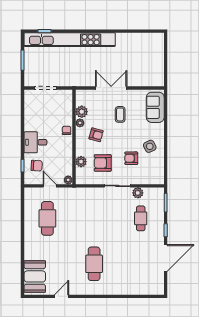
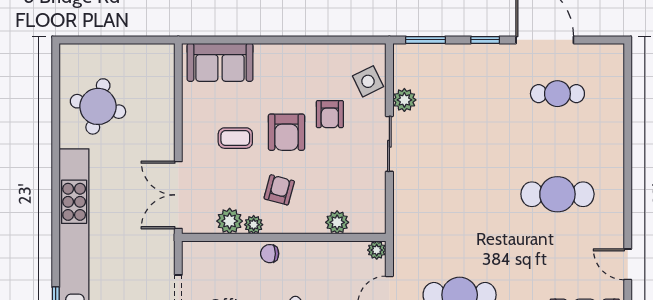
round table: (135, 51) -> (98, 106), added
double door: (111, 88) -> (178, 195), moved
side table: (150, 146) -> (368, 81), moved
armchair: (103, 163) -> (286, 132), moved
cafe table: (141, 218) -> (557, 94), moved

